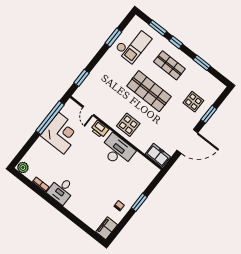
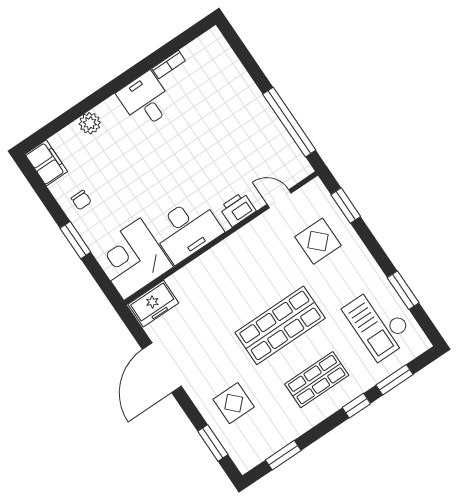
window: (202, 63) -> (283, 455), moved
window: (209, 114) -> (213, 443), moved
display table: (128, 125) -> (318, 241), moved
corner desk: (61, 133) -> (132, 259), moved, turned 90
plant: (23, 168) -> (90, 123), moved

